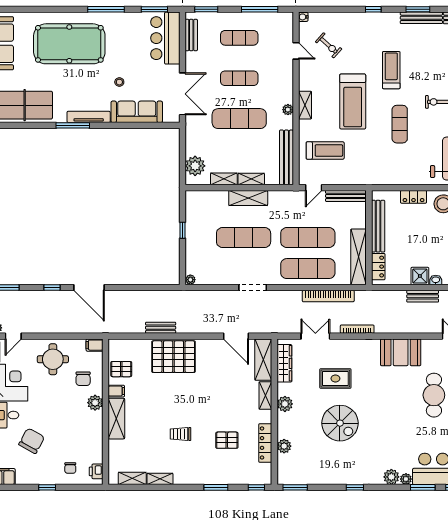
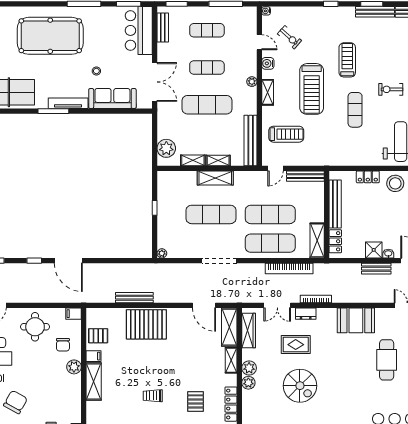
water cooler: (305, 74) -> (268, 63), added
plant: (288, 110) -> (252, 82), moved
shelving: (359, 257) -> (317, 240), width x0.68
doorway: (253, 288) -> (219, 261), width x1.36
bench: (161, 328) -> (134, 298), width x1.36
double door: (315, 336) -> (277, 305), swing flipped
dresser: (346, 345) -> (306, 314), added
pallet: (227, 440) -> (196, 401), turned 90
plant: (284, 446) -> (248, 383), moved

